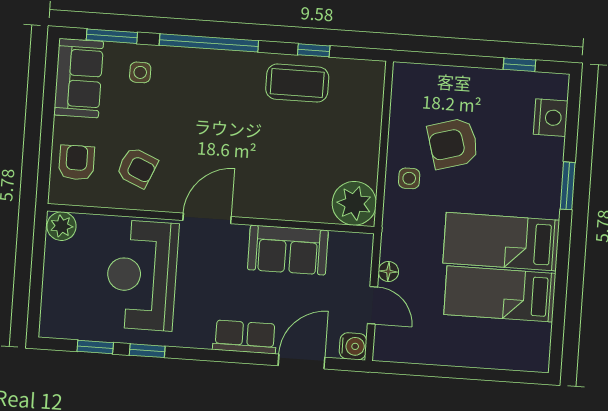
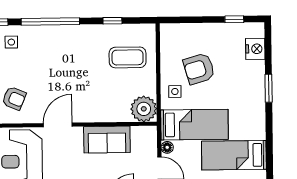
coffee table: (297, 83) -> (128, 57), moved
bed: (501, 242) -> (194, 125), moved, turned 180

